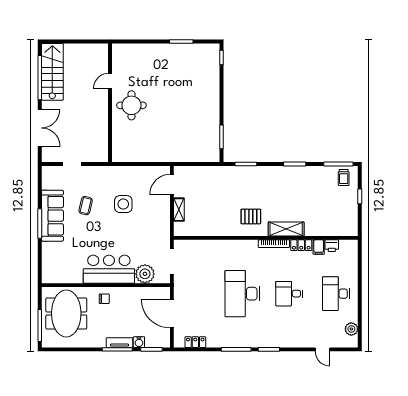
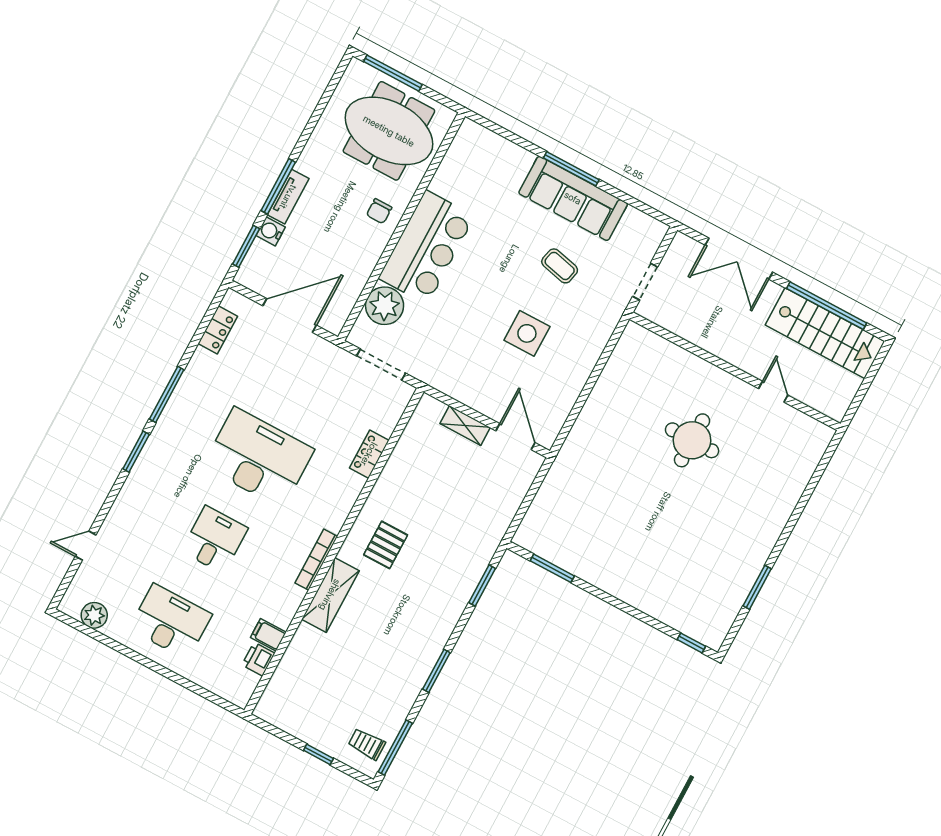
door: (110, 81) -> (773, 392), moved
wall: (110, 103) -> (735, 371), moved
locker: (301, 245) -> (369, 454), moved

